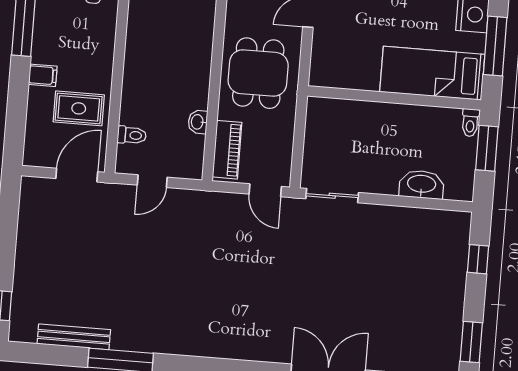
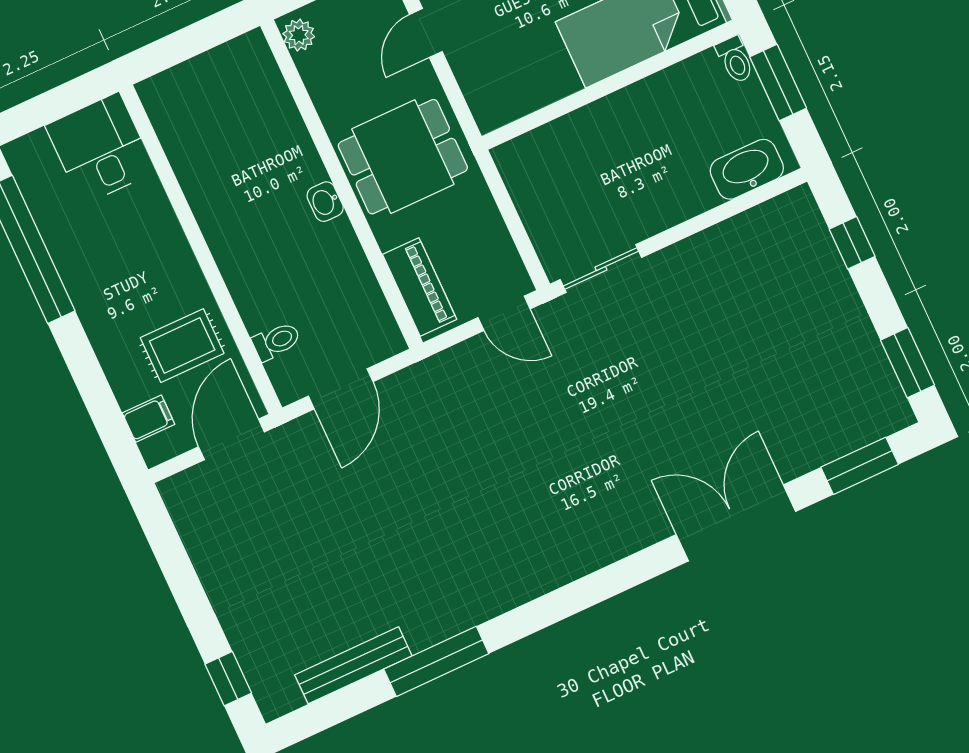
dining table: (258, 73) -> (403, 157), turned 90
filing cabinet: (43, 75) -> (149, 419), moved
washbasin: (198, 122) -> (325, 202), moved
door: (152, 181) -> (341, 389), width x1.38
washbasin: (422, 185) -> (747, 169), moved

